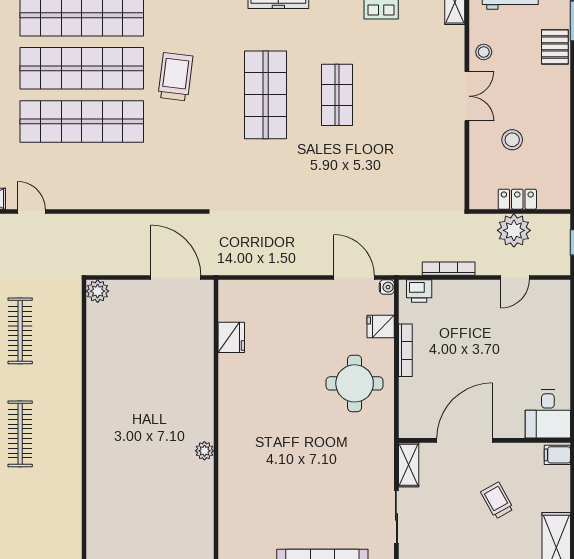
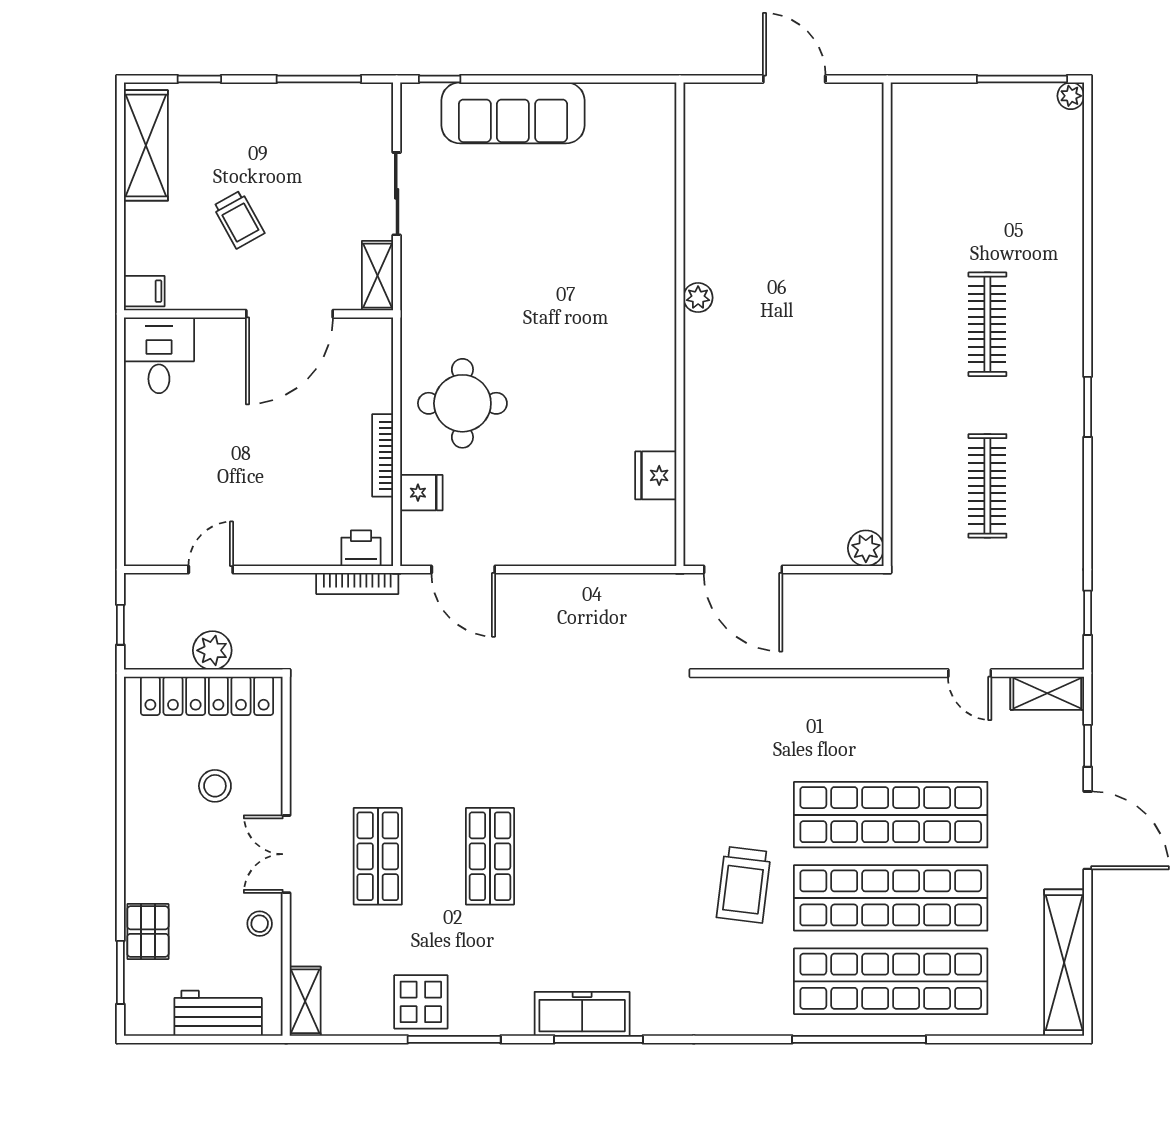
shop shelf: (266, 95) -> (378, 856), moved, width x0.70, depth x0.74
locker: (517, 199) -> (207, 696), width x2.16, depth x1.21
plant: (514, 230) -> (212, 650), width x0.73, depth x0.73
bookcase: (449, 269) -> (357, 584), moved
water cooler: (387, 287) -> (412, 555), removed

